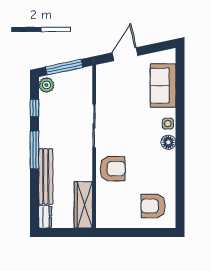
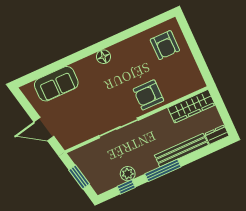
window: (64, 67) -> (79, 177), width x0.69
plant: (46, 85) -> (128, 174), moved
side table: (168, 124) -> (87, 65), removed
armchair: (113, 169) -> (148, 95), turned -90

